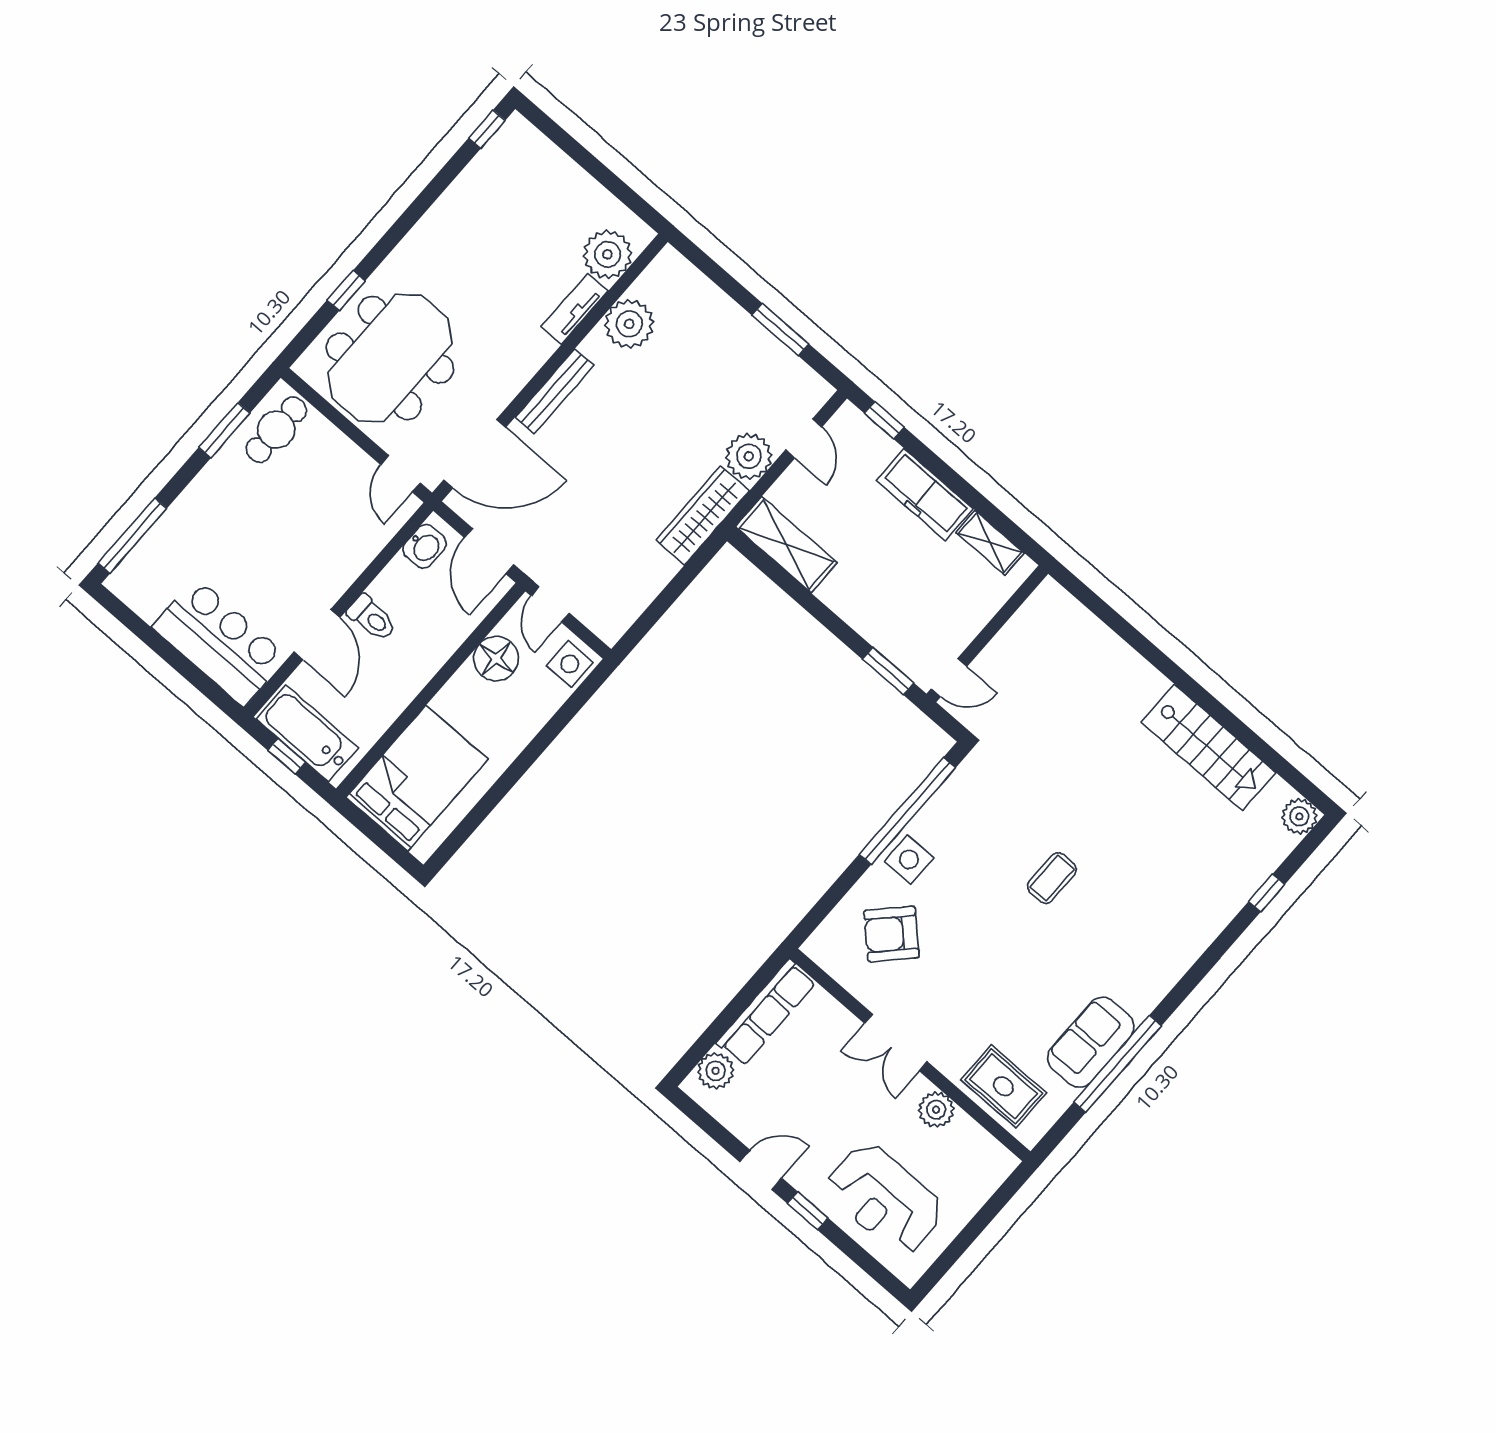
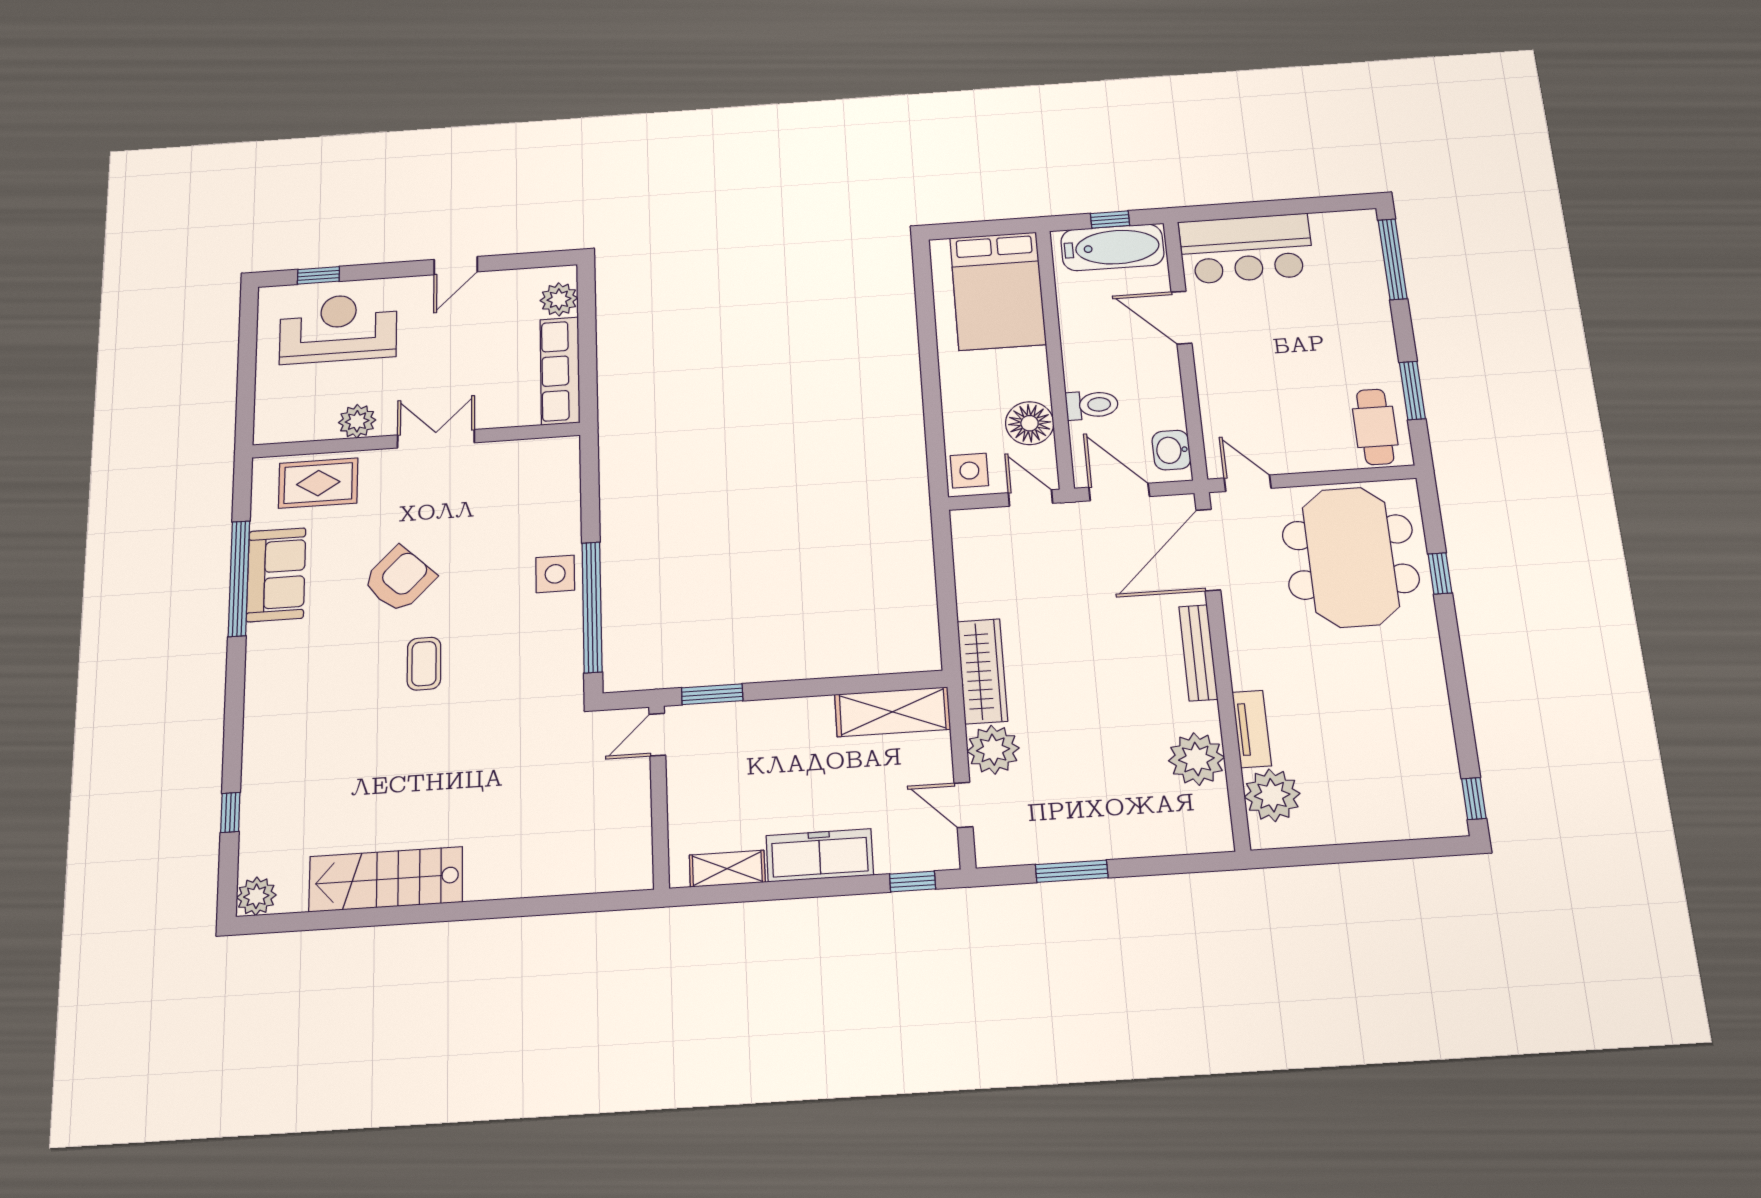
toilet: (372, 618) -> (1092, 405), moved, turned 180
armchair: (891, 934) -> (399, 579), moved
window: (808, 1211) -> (318, 275), moved

